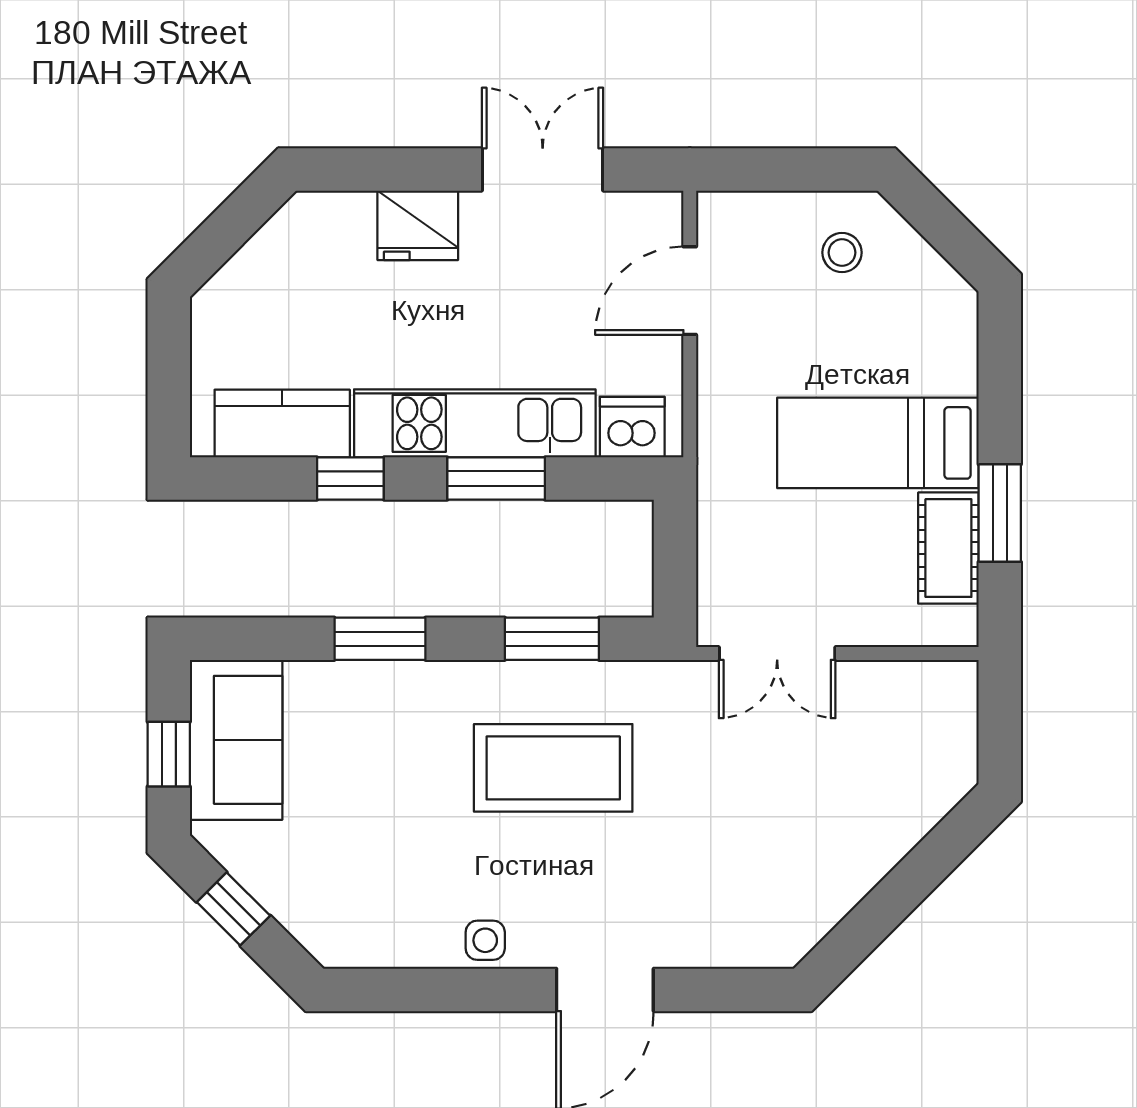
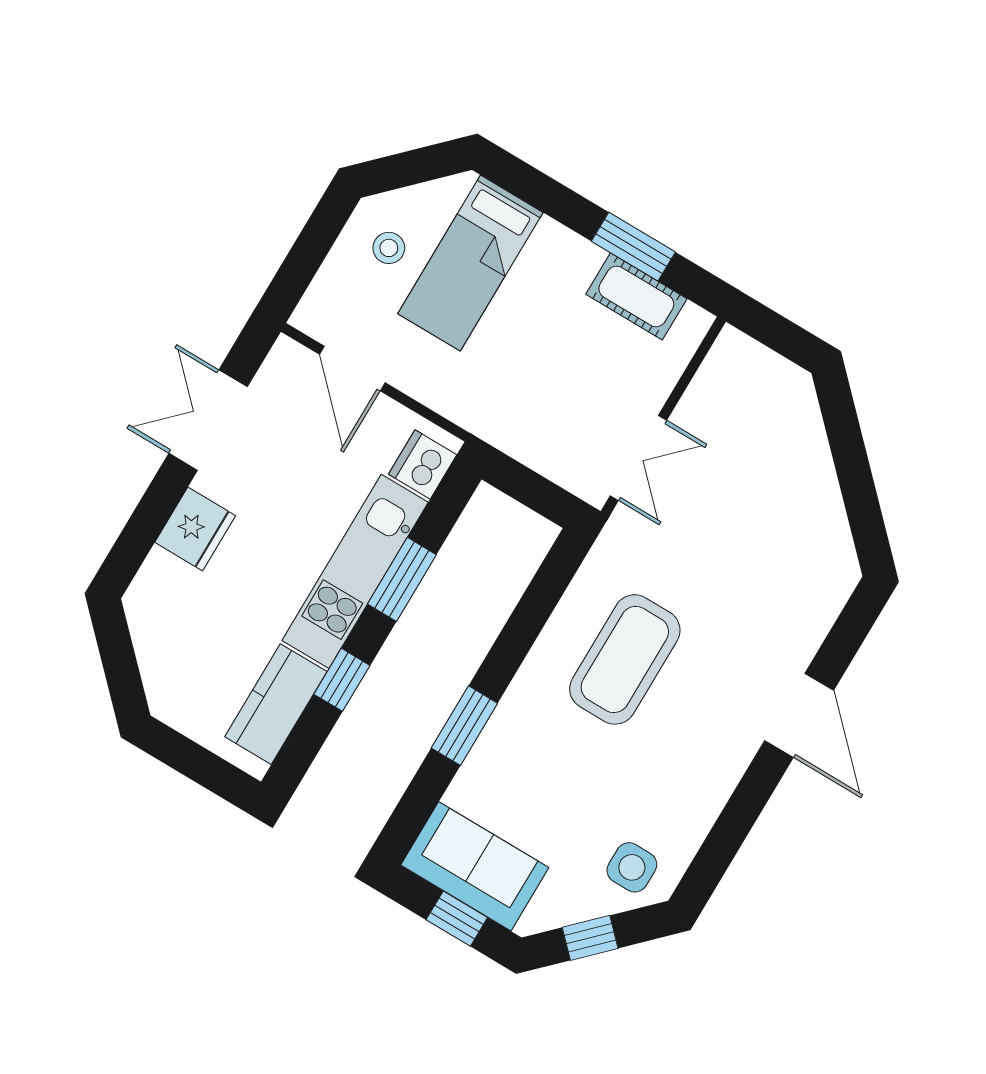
bed: (878, 443) -> (470, 263), moved
window: (552, 639) -> (535, 607), removed
side table: (485, 940) -> (632, 867), moved, width x1.37, depth x1.37

